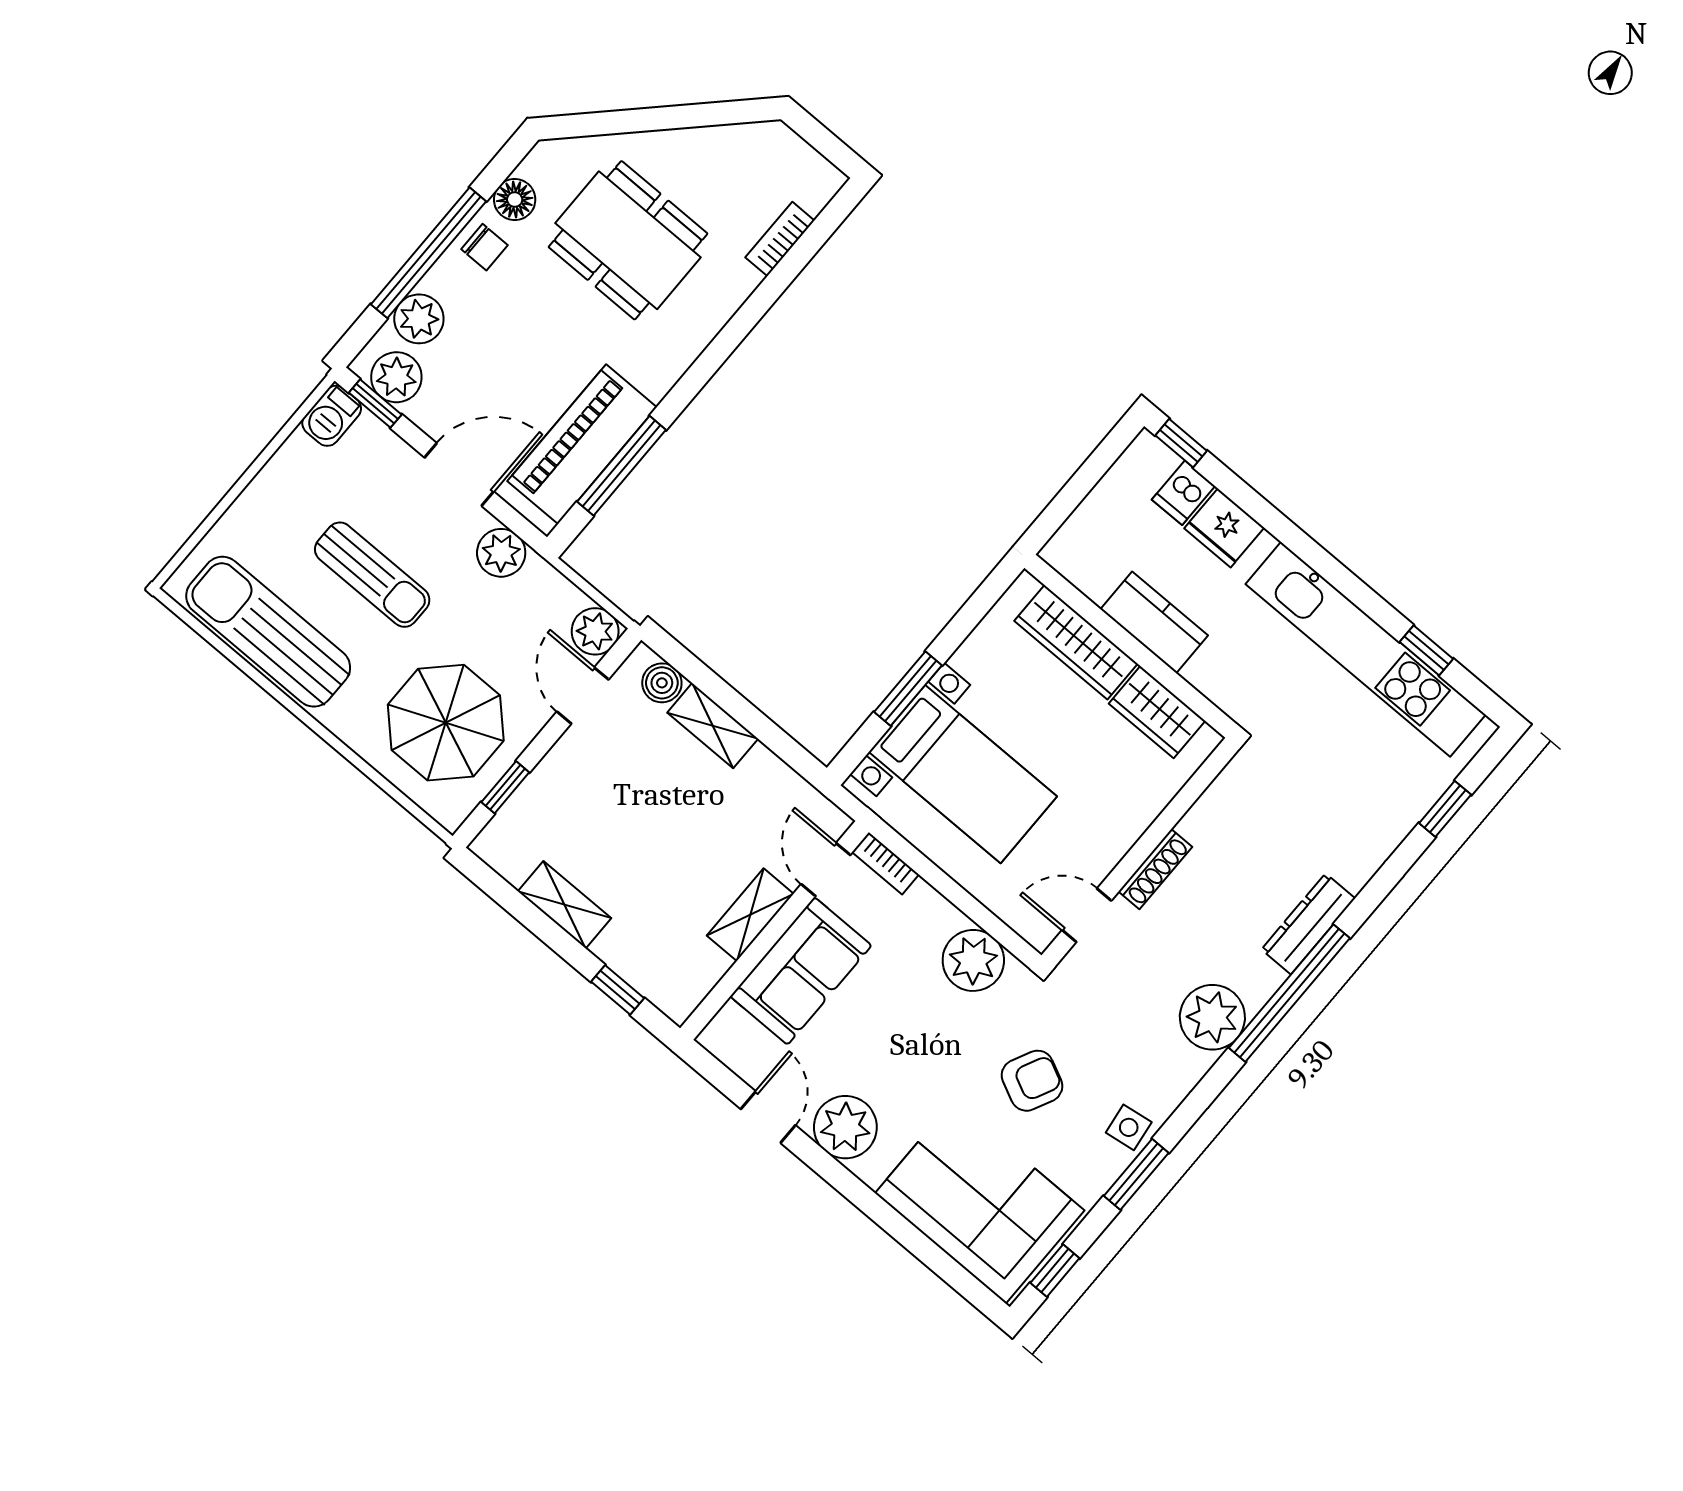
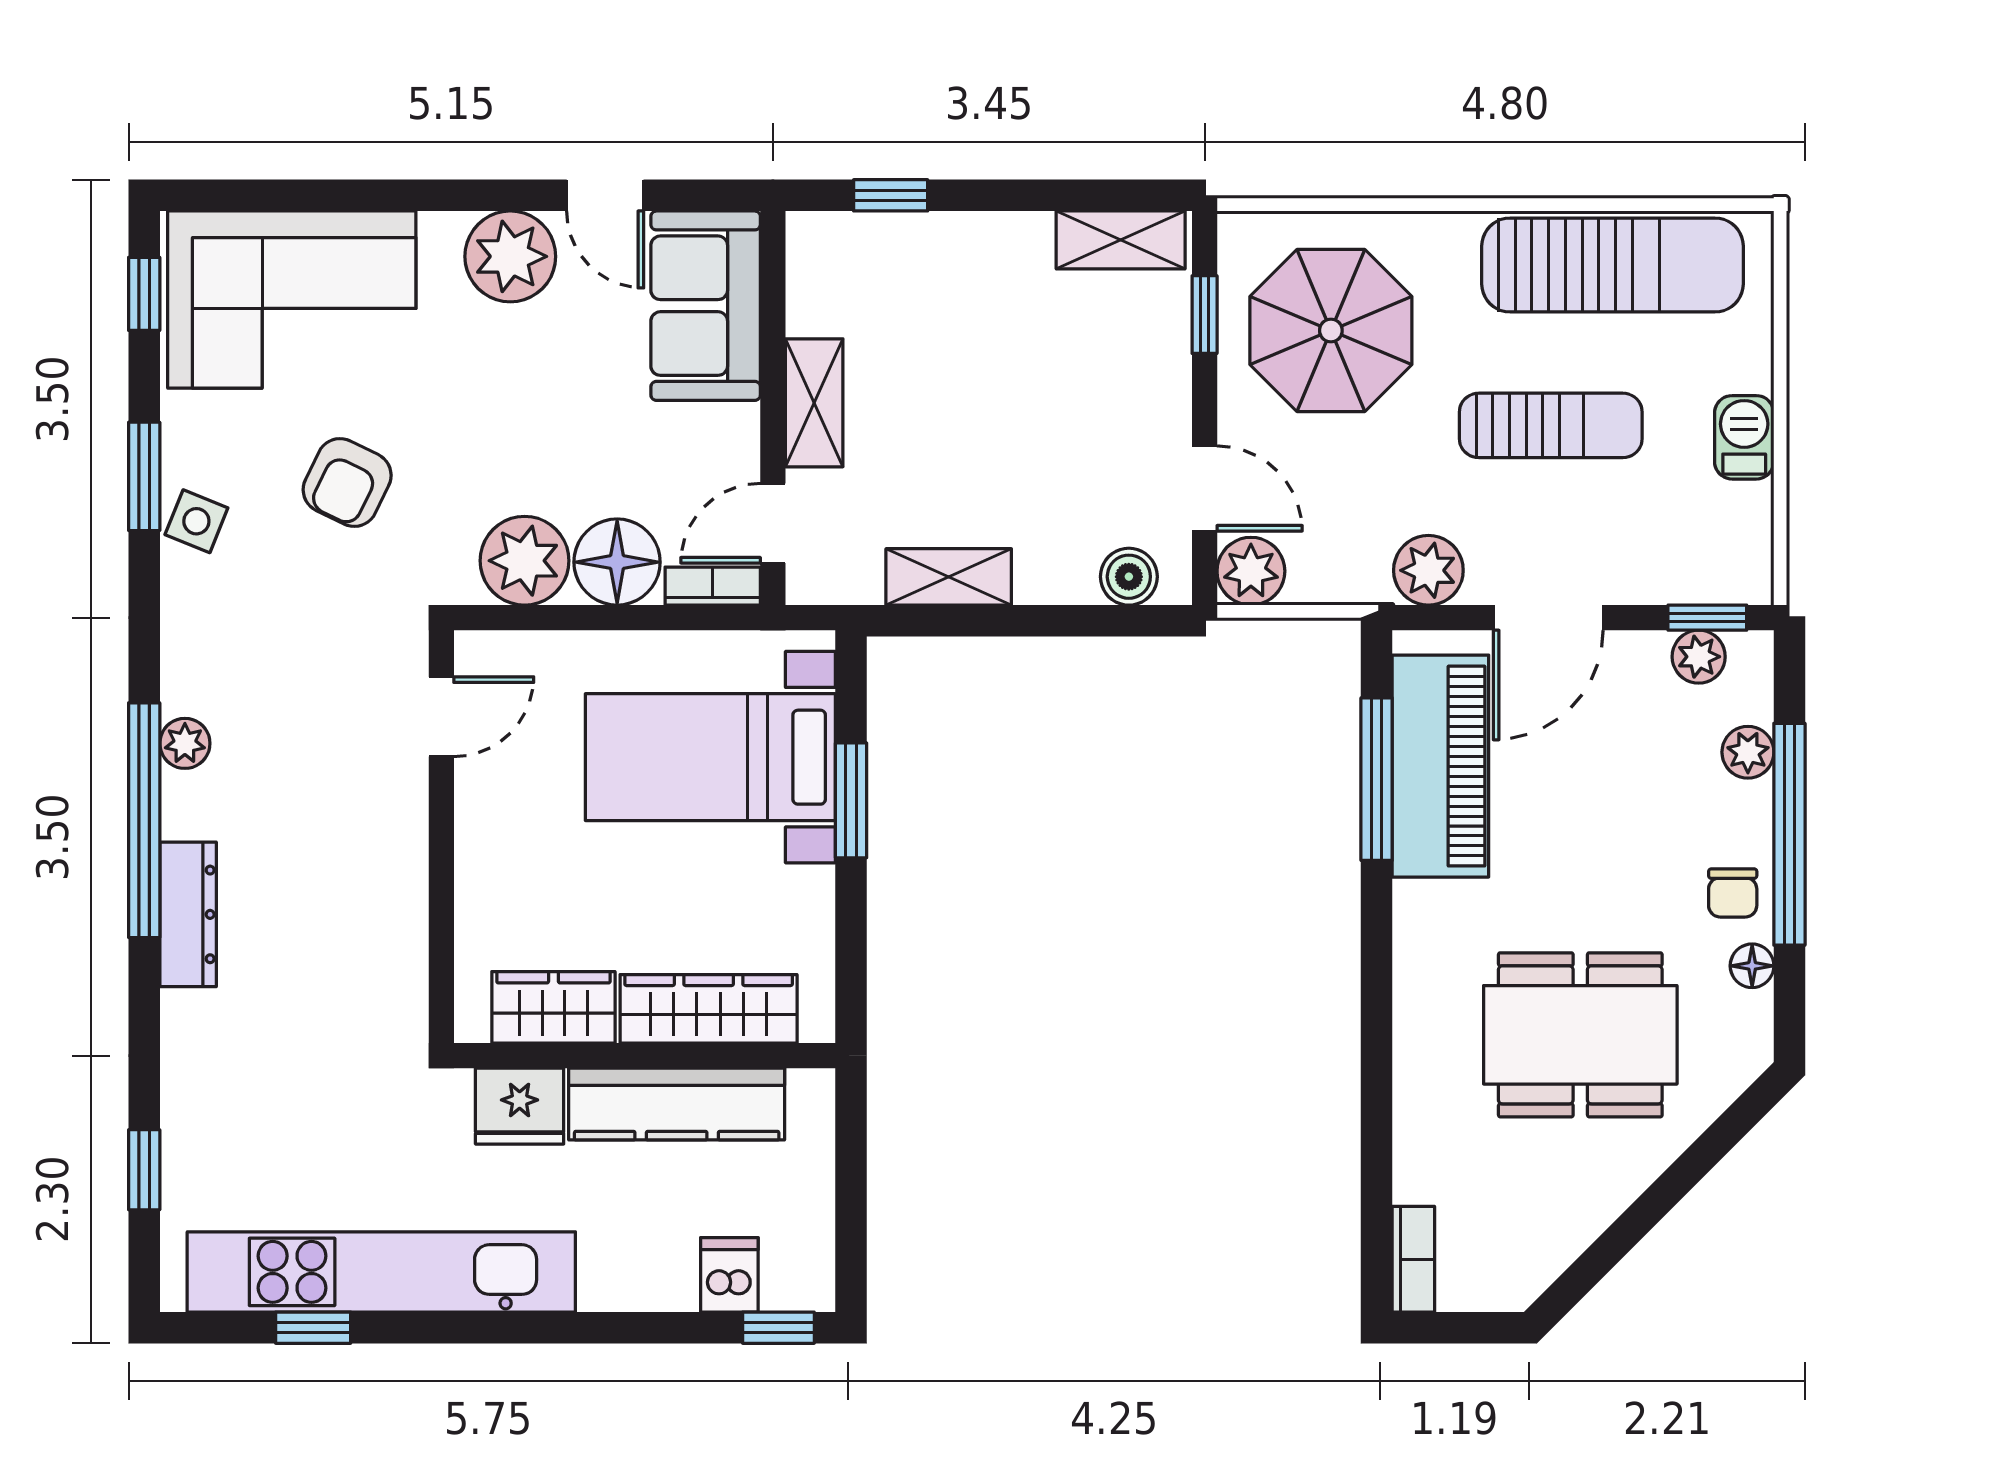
floor lamp: (515, 200) -> (1752, 966), width x0.73, depth x0.73
bookcase: (780, 239) -> (1413, 1259), moved
chair: (484, 247) -> (1733, 893), turned -90
plant: (419, 319) -> (1748, 752), width x0.73, depth x0.73
plant: (396, 377) -> (1699, 657), width x0.73, depth x0.73
barbecue: (332, 416) -> (1744, 437), moved
fridge: (1224, 528) -> (520, 1106), moved, turned 180
sun lounger: (372, 575) -> (1551, 425), turned 180
kitchen counter: (1154, 622) -> (677, 1104), width x1.50
shelving: (713, 726) -> (949, 577), moved
shoe rack: (1155, 869) -> (409, 832), removed
door: (826, 870) -> (773, 523), swing flipped
shelving: (564, 905) -> (1121, 240), moved
floor lamp: (925, 919) -> (617, 562), added
sofa: (801, 971) -> (706, 306), moved
plant: (1212, 1017) -> (185, 743), width x0.53, depth x0.53
side table: (1129, 1127) -> (196, 521), turned 30

